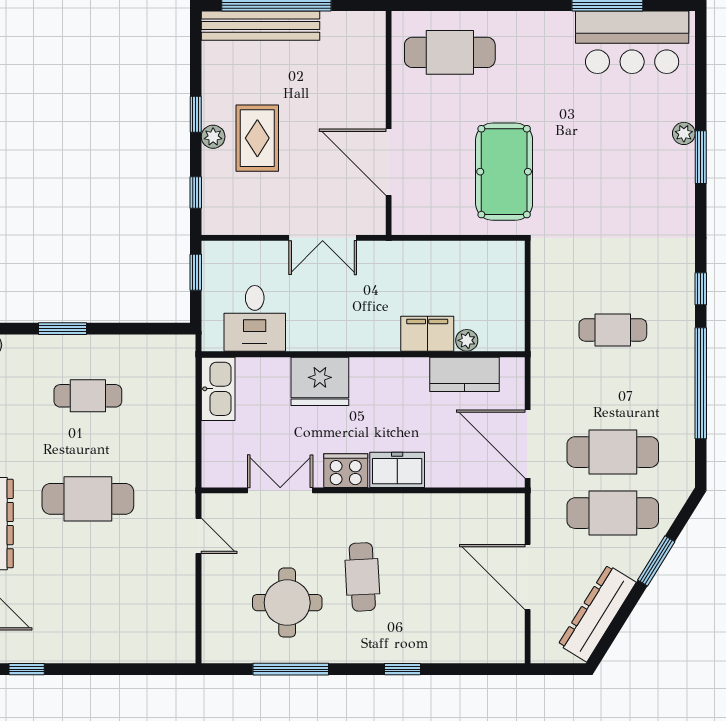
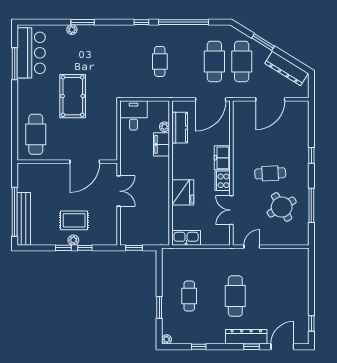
pool table: (504, 172) -> (73, 96), moved, turned 90
window: (196, 193) -> (85, 248), moved
desk: (255, 318) -> (134, 115), moved, turned -90
round table: (287, 603) -> (282, 207), turned -30

